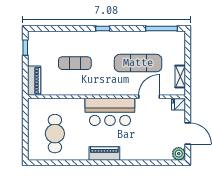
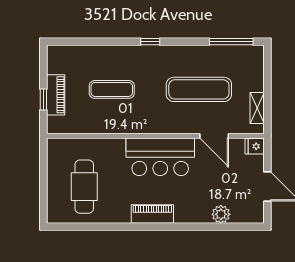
window: (25, 48) -> (43, 99), moved
piano: (34, 81) -> (56, 95), moved
door: (149, 97) -> (214, 136), swing flipped
plant: (179, 154) -> (221, 214), moved

